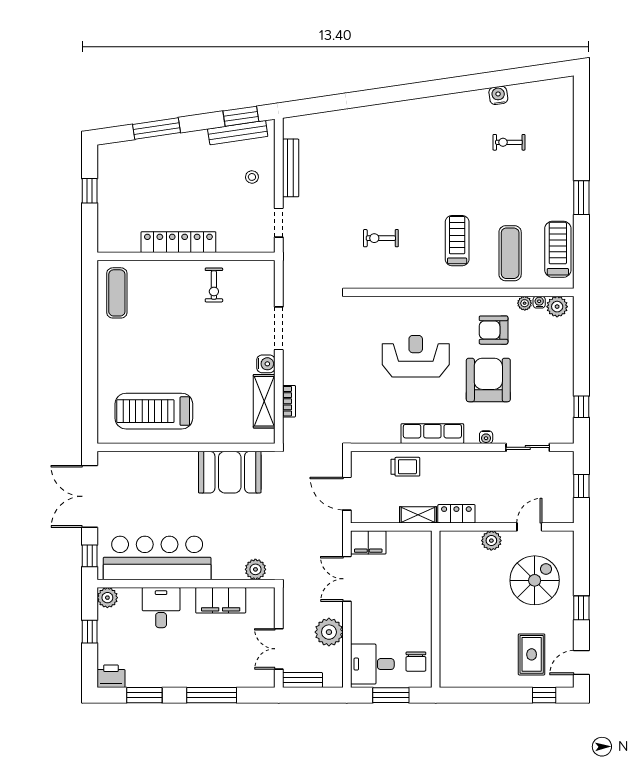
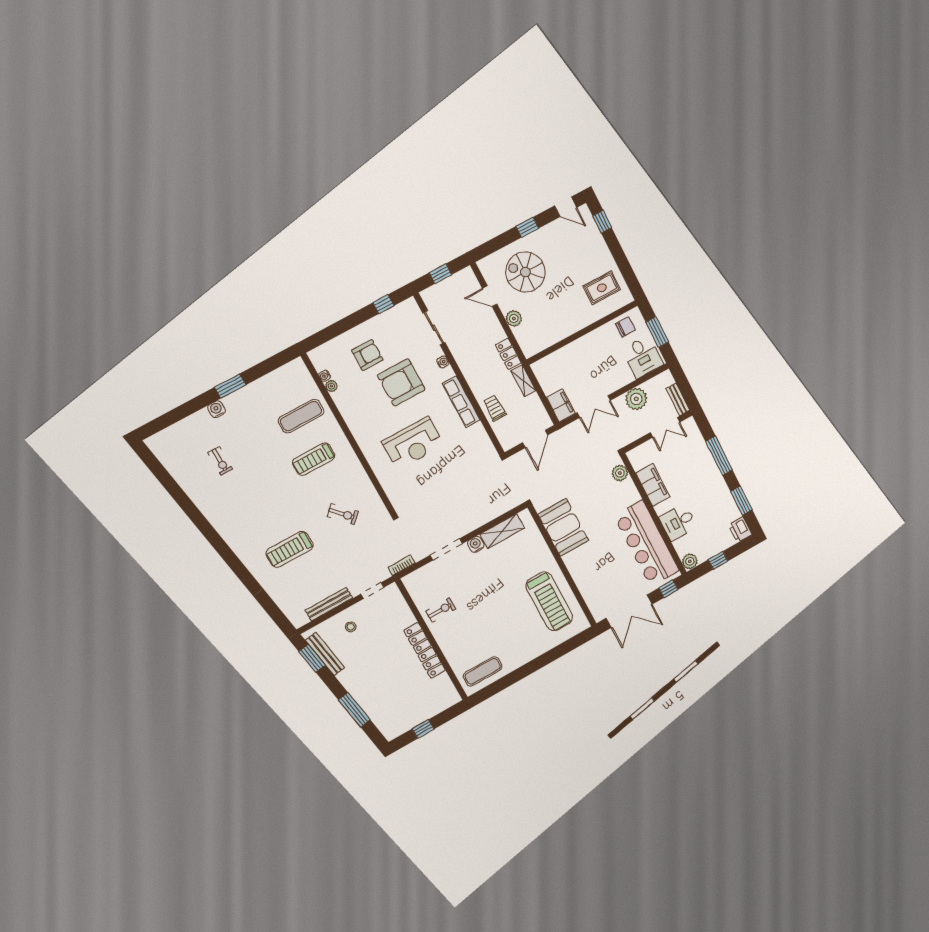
water cooler: (498, 95) -> (216, 409), moved, turned 98
exercise bike: (381, 238) -> (343, 514), turned -44
treadmill: (558, 249) -> (290, 549), moved
plant: (557, 307) -> (320, 361), removed
armchair: (494, 330) -> (367, 355), moved, turned -90
reception desk: (416, 356) -> (413, 443), turned -90
bookcase: (289, 401) -> (402, 565), moved
rug: (532, 654) -> (602, 288), moved

